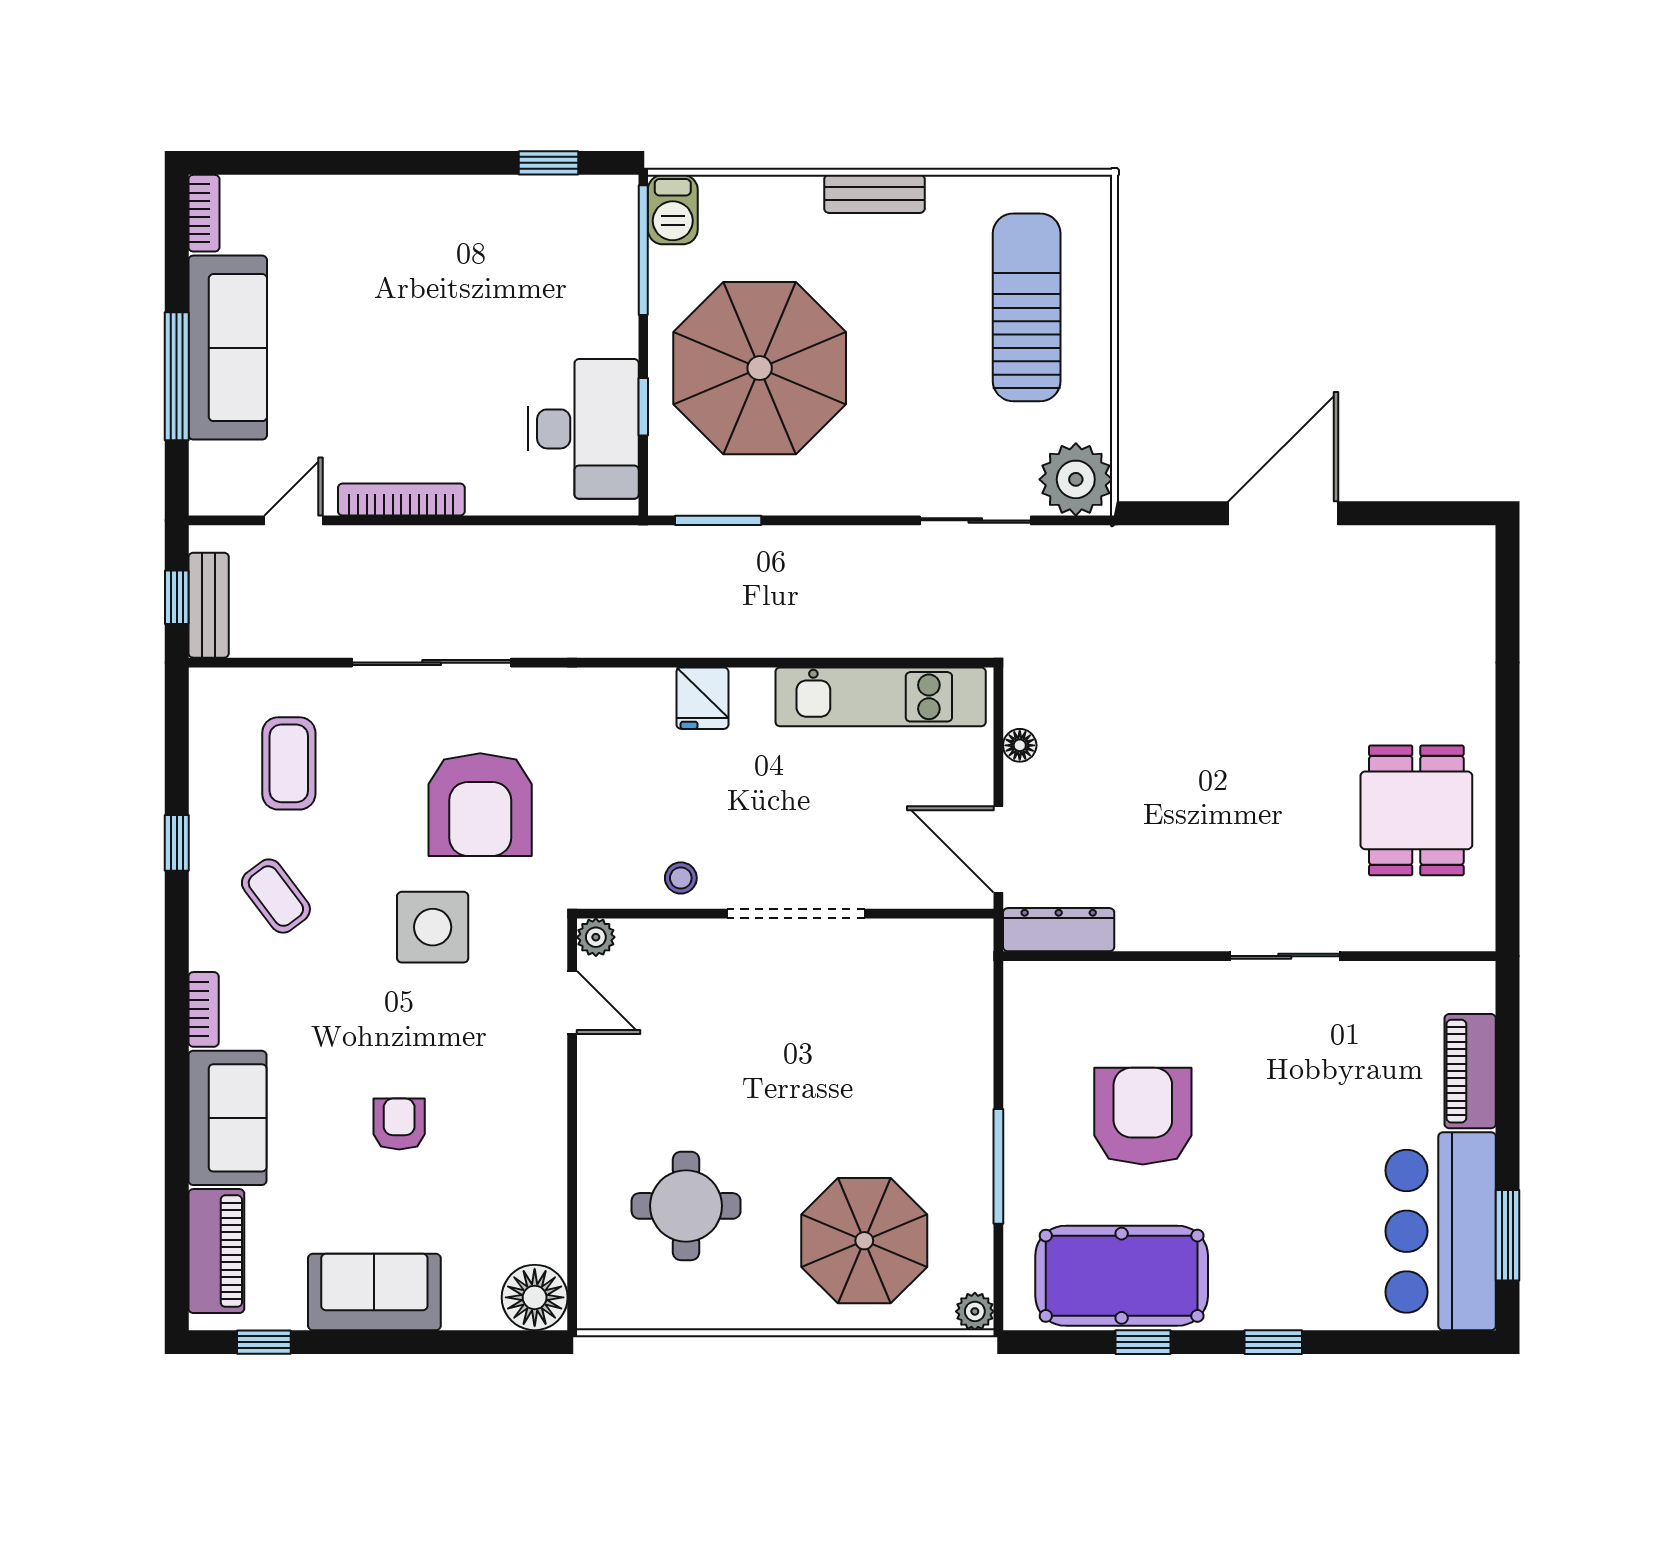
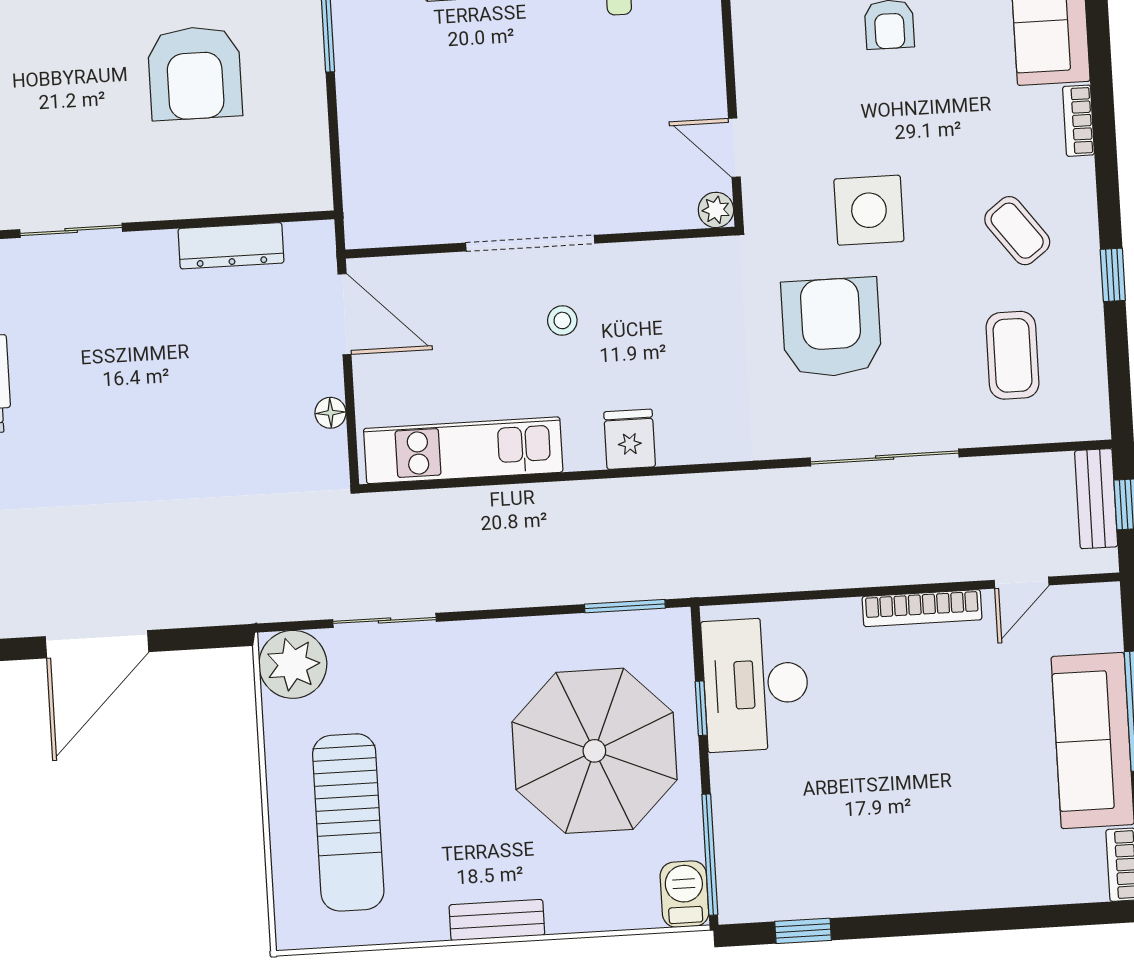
stool: (681, 878) -> (562, 320), moved
dresser: (1059, 930) -> (231, 246), moved

